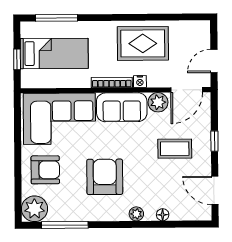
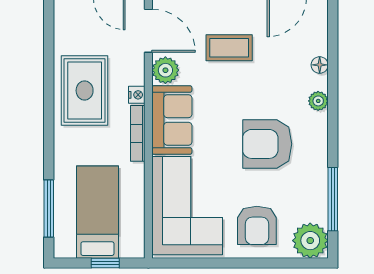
coffee table: (175, 149) -> (229, 48), turned 90
armchair: (45, 170) -> (257, 225), turned 180

